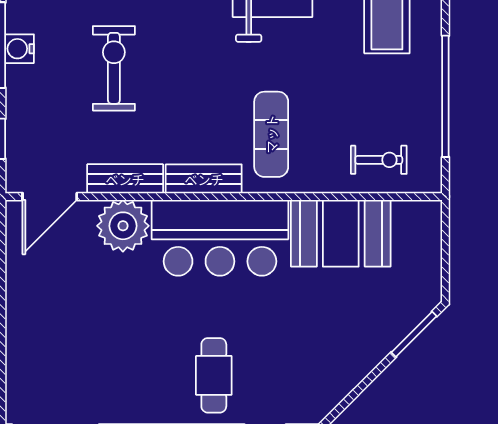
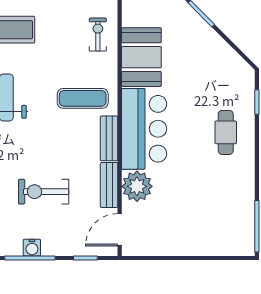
door: (50, 197) -> (120, 230), swing flipped
cafe table: (214, 375) -> (226, 132), turned 90

